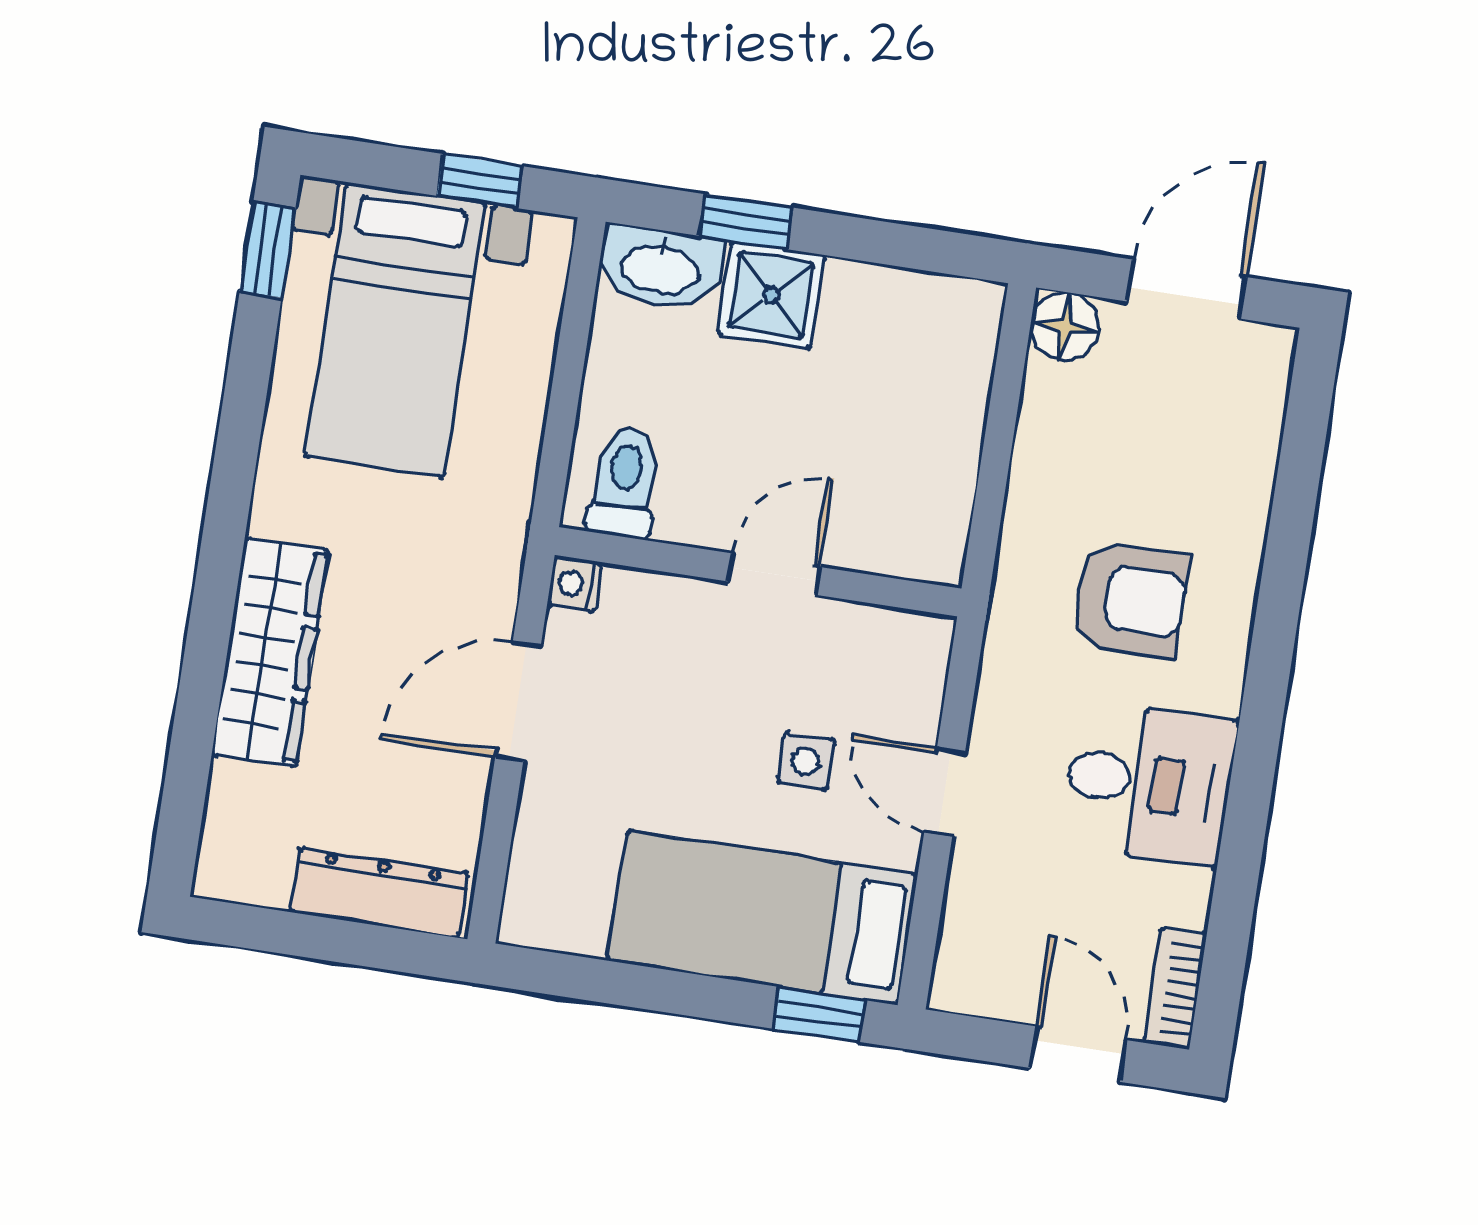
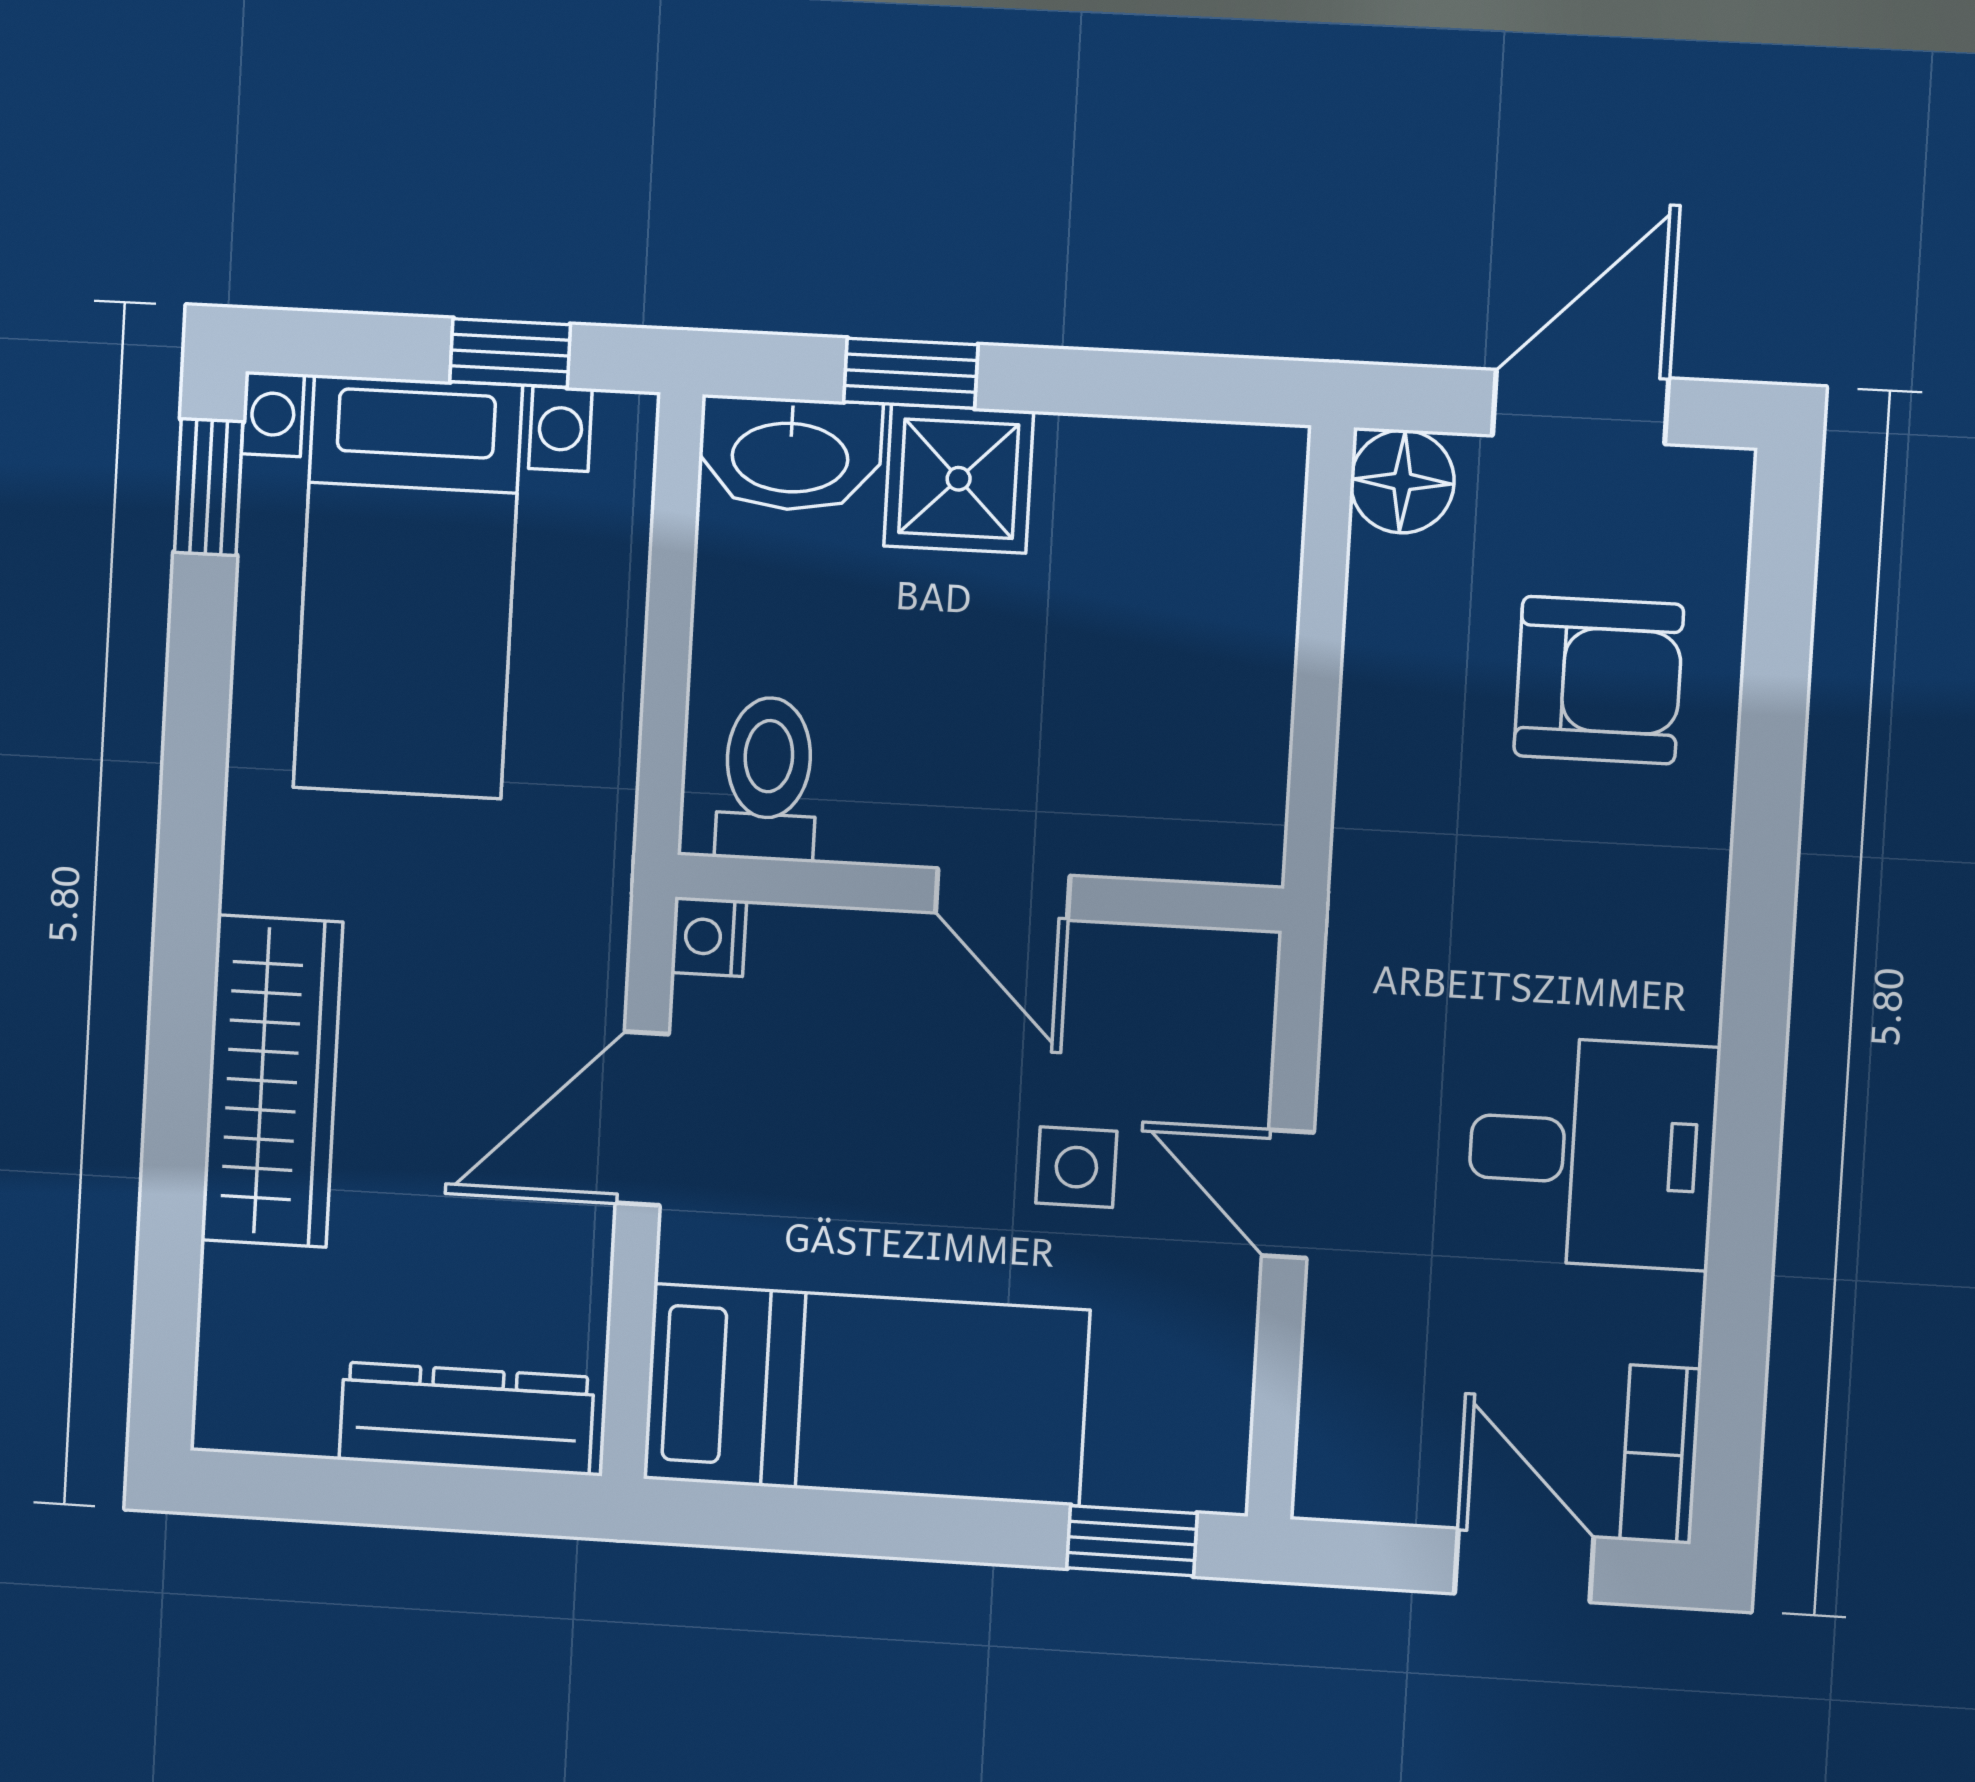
door: (774, 574) -> (1003, 894), swing flipped
armchair: (1130, 599) -> (1599, 680), moved
bed: (763, 918) -> (866, 1395), moved, turned 180

